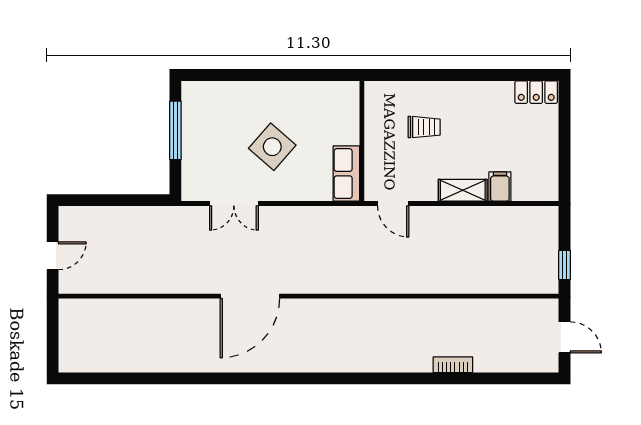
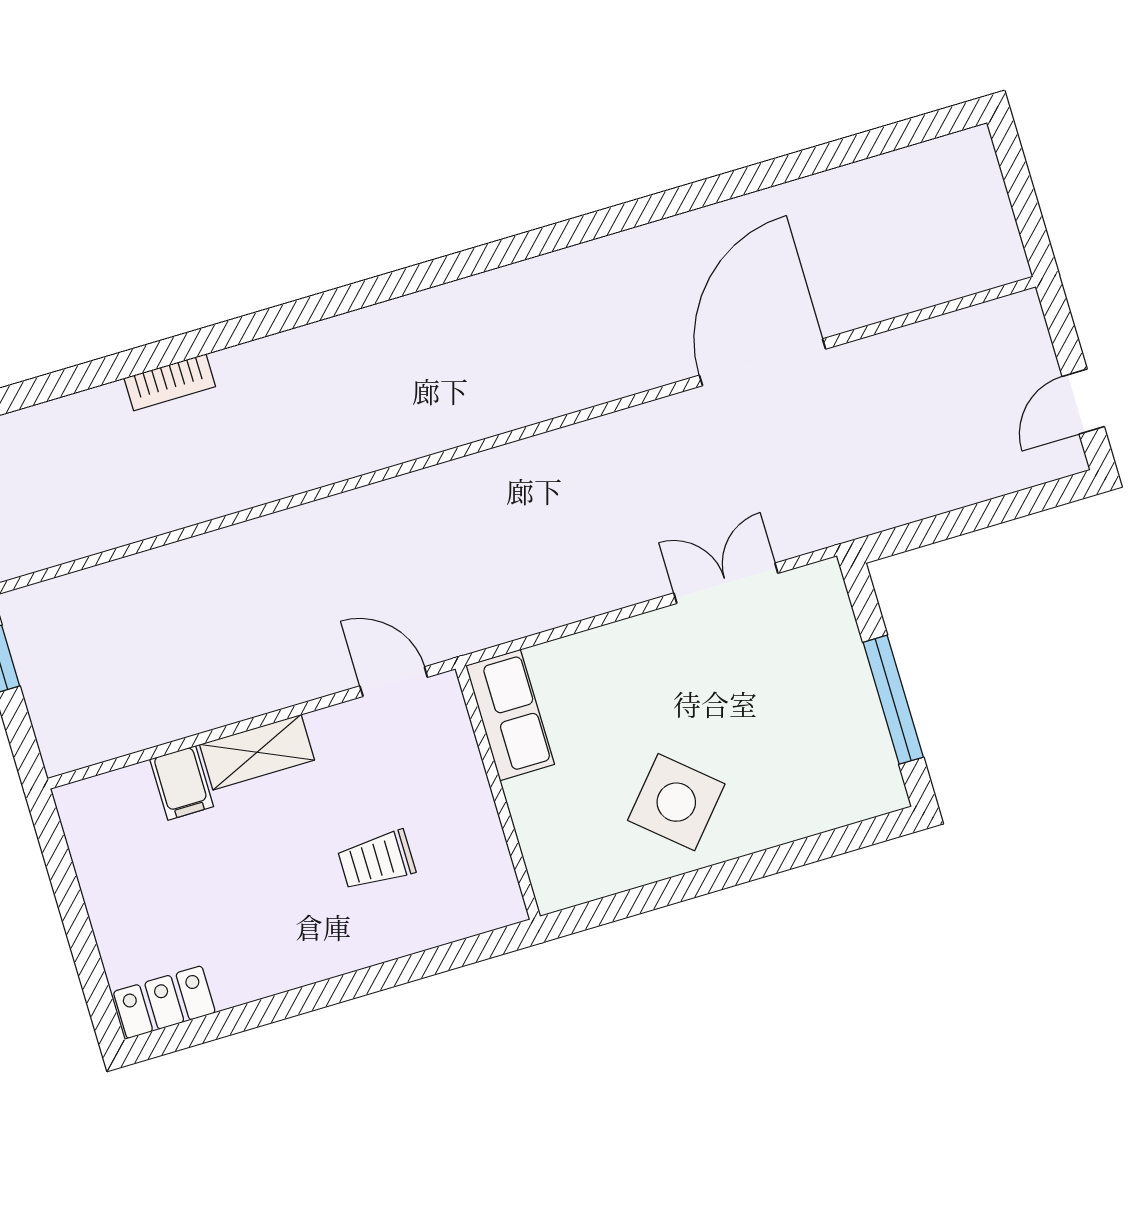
side table: (272, 147) -> (676, 802), moved
door: (53, 256) -> (1083, 402), moved
door: (250, 296) -> (763, 362), moved

